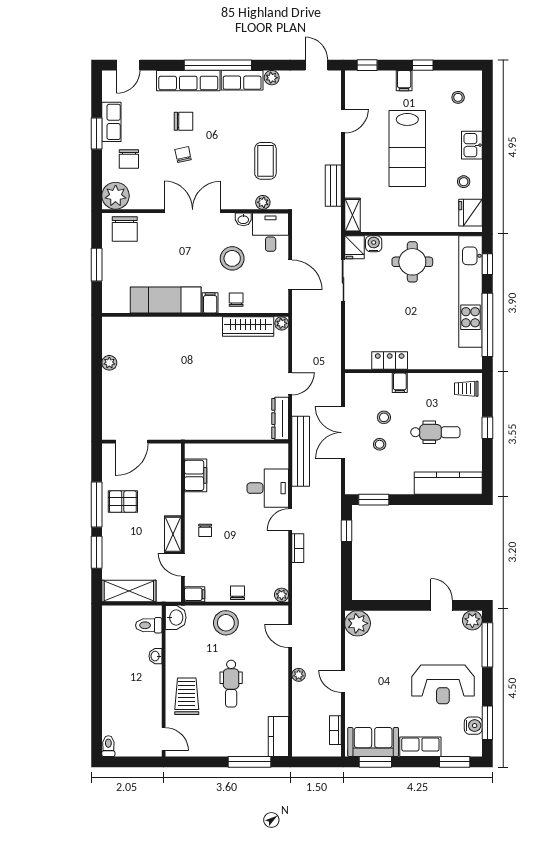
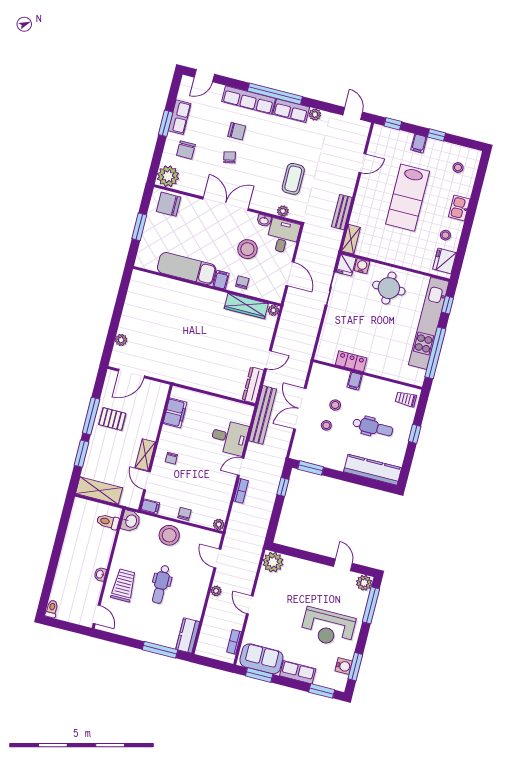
chair: (125, 229) -> (169, 204), turned 90
plant: (109, 363) -> (121, 340), moved
washbasin: (155, 656) -> (100, 574), moved

